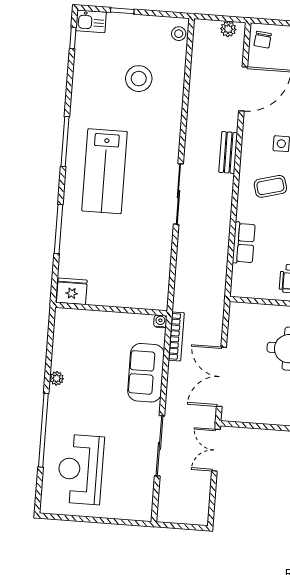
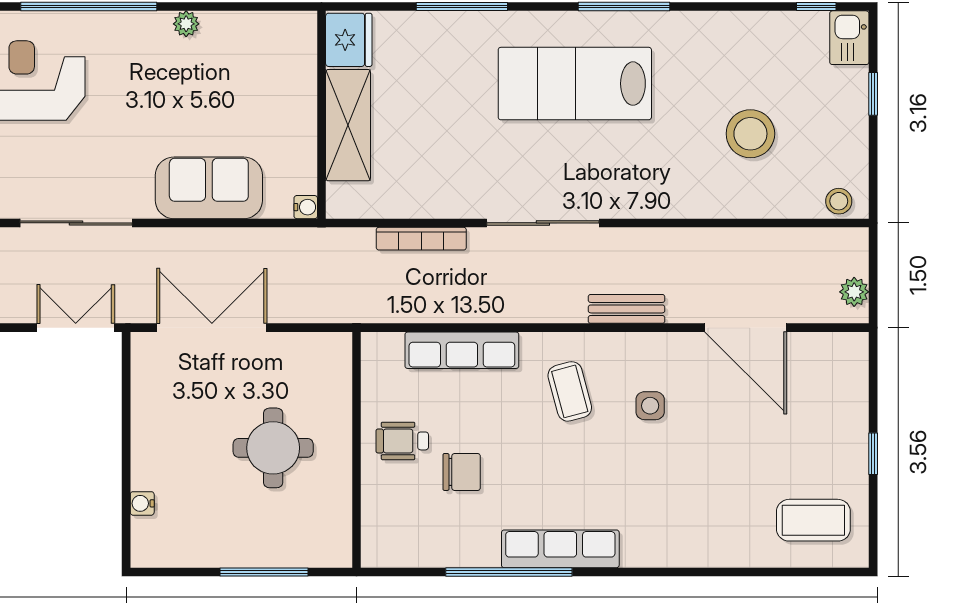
chair: (263, 40) -> (839, 357), removed
row of seats: (244, 243) -> (462, 350), width x1.48
shelving: (118, 295) -> (348, 125), added
bookcase: (176, 336) -> (421, 239), moved

